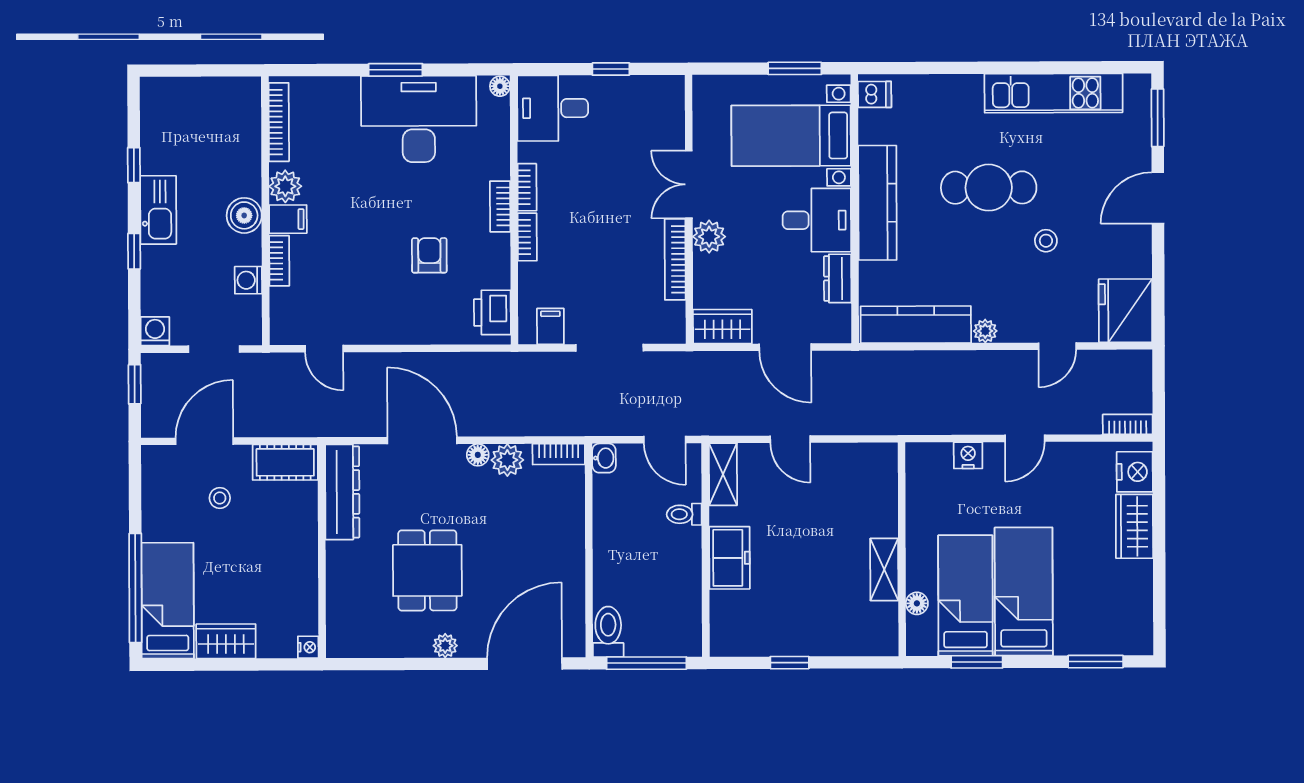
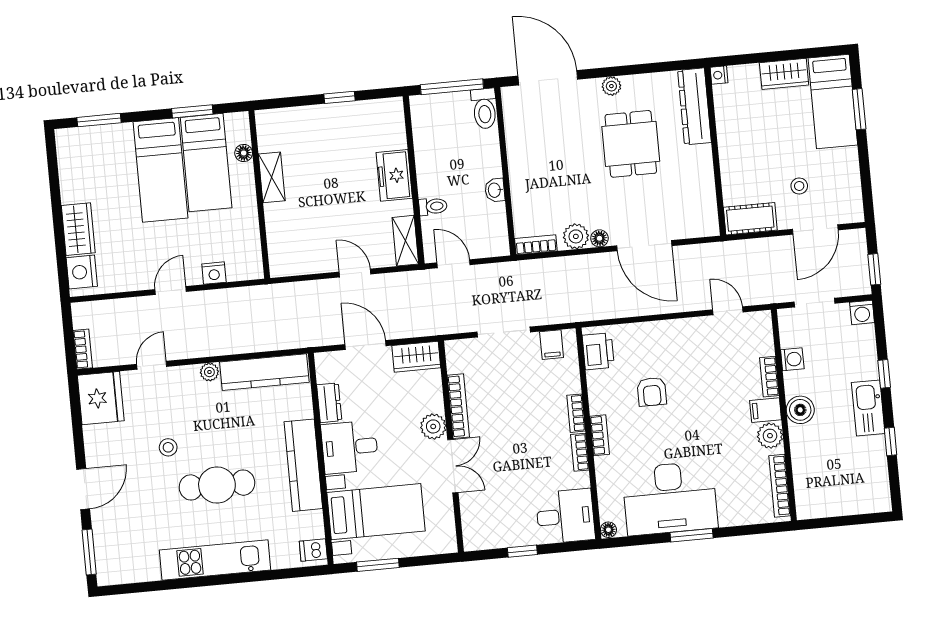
kitchen unit: (1054, 93) -> (215, 560), moved
bookcase: (1128, 424) -> (83, 349), moved, turned -90
washbasin: (604, 458) -> (495, 190), moved
dresser: (342, 492) -> (694, 106), moved
window: (135, 588) -> (859, 109), width x0.47
door: (525, 664) -> (548, 78), swing flipped

